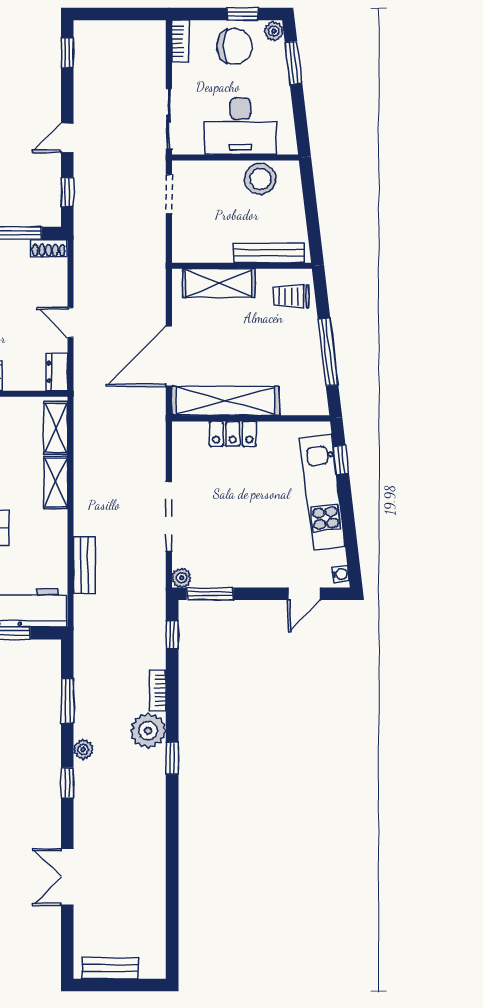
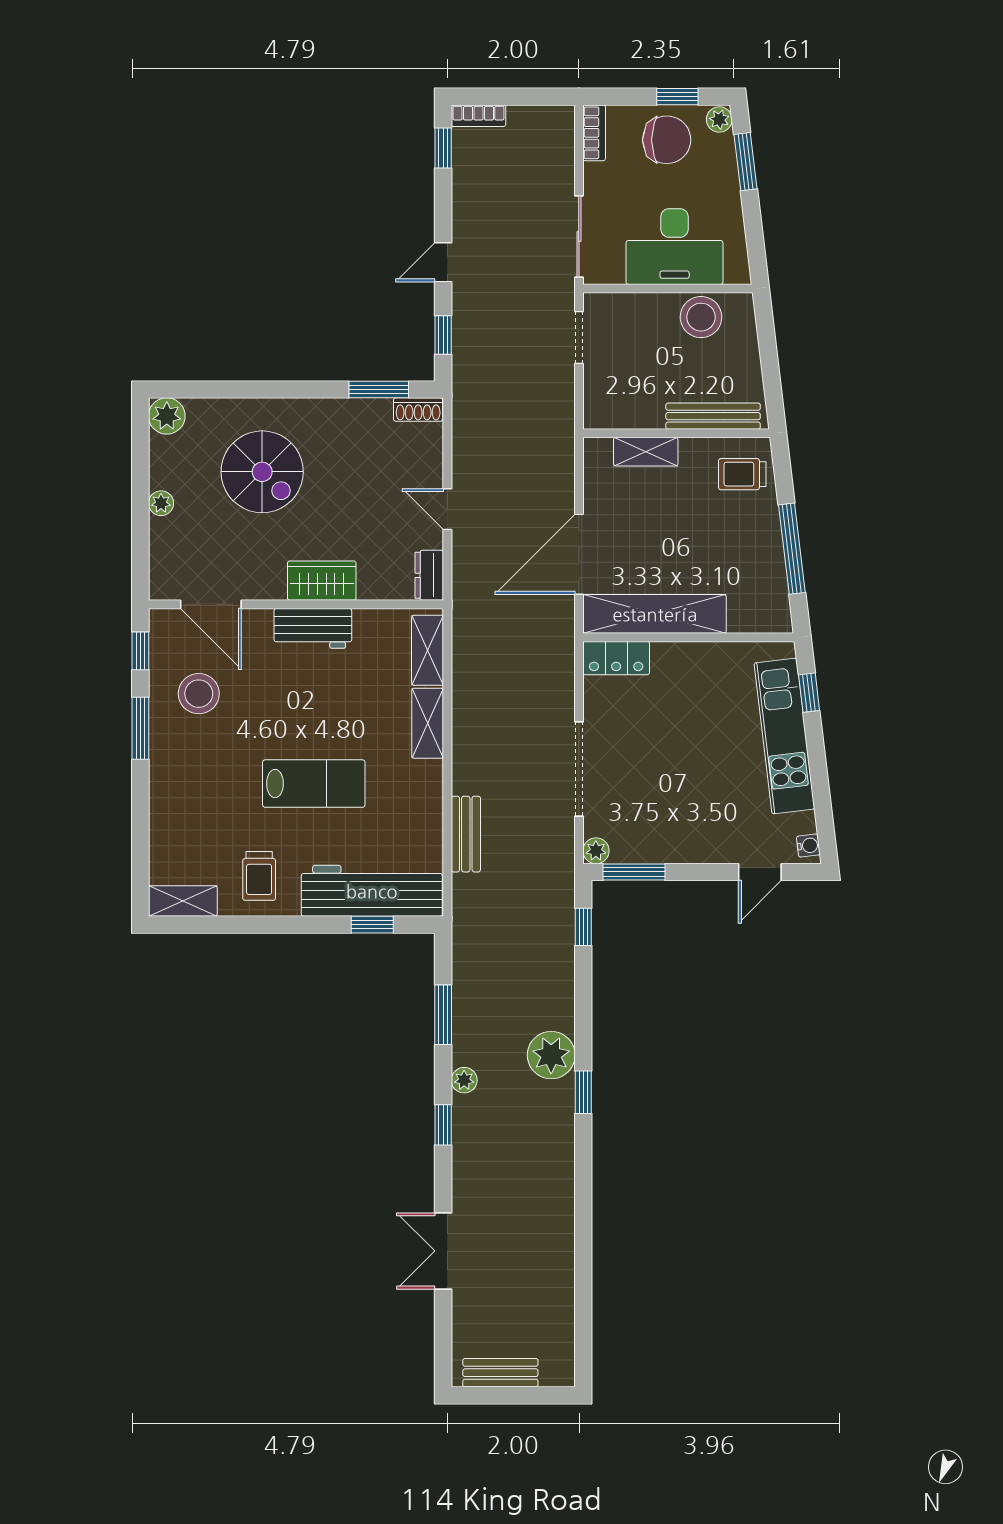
shelving: (219, 283) -> (646, 452), width x0.67, depth x0.75
locker: (233, 434) -> (616, 658), moved
bookcase: (158, 691) -> (478, 116), moved, turned -90

